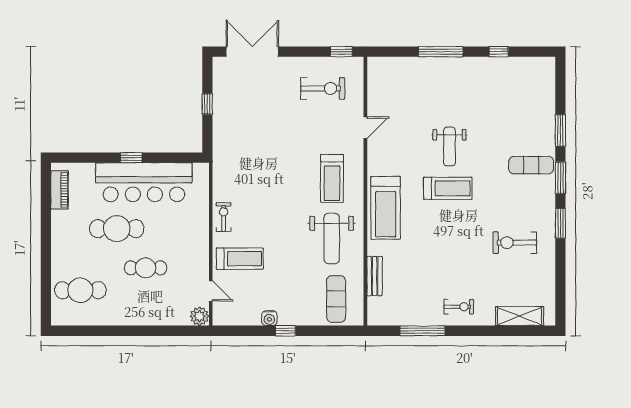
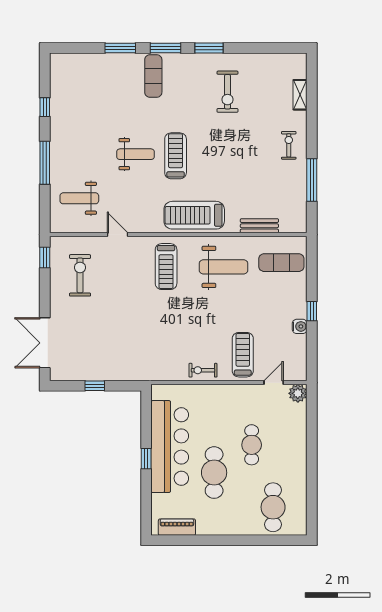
weight bench: (403, 88) -> (79, 198), added
treadmill: (332, 178) -> (166, 267), turned 90
treadmill: (386, 208) -> (194, 215), turned 180
shelving: (520, 316) -> (300, 95), width x0.67, depth x0.75

